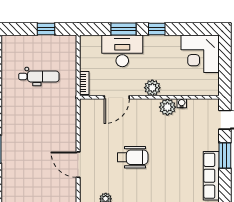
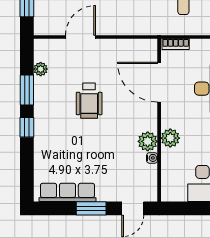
plant: (152, 88) -> (170, 138), moved
door: (117, 97) -> (159, 82), width x1.36

